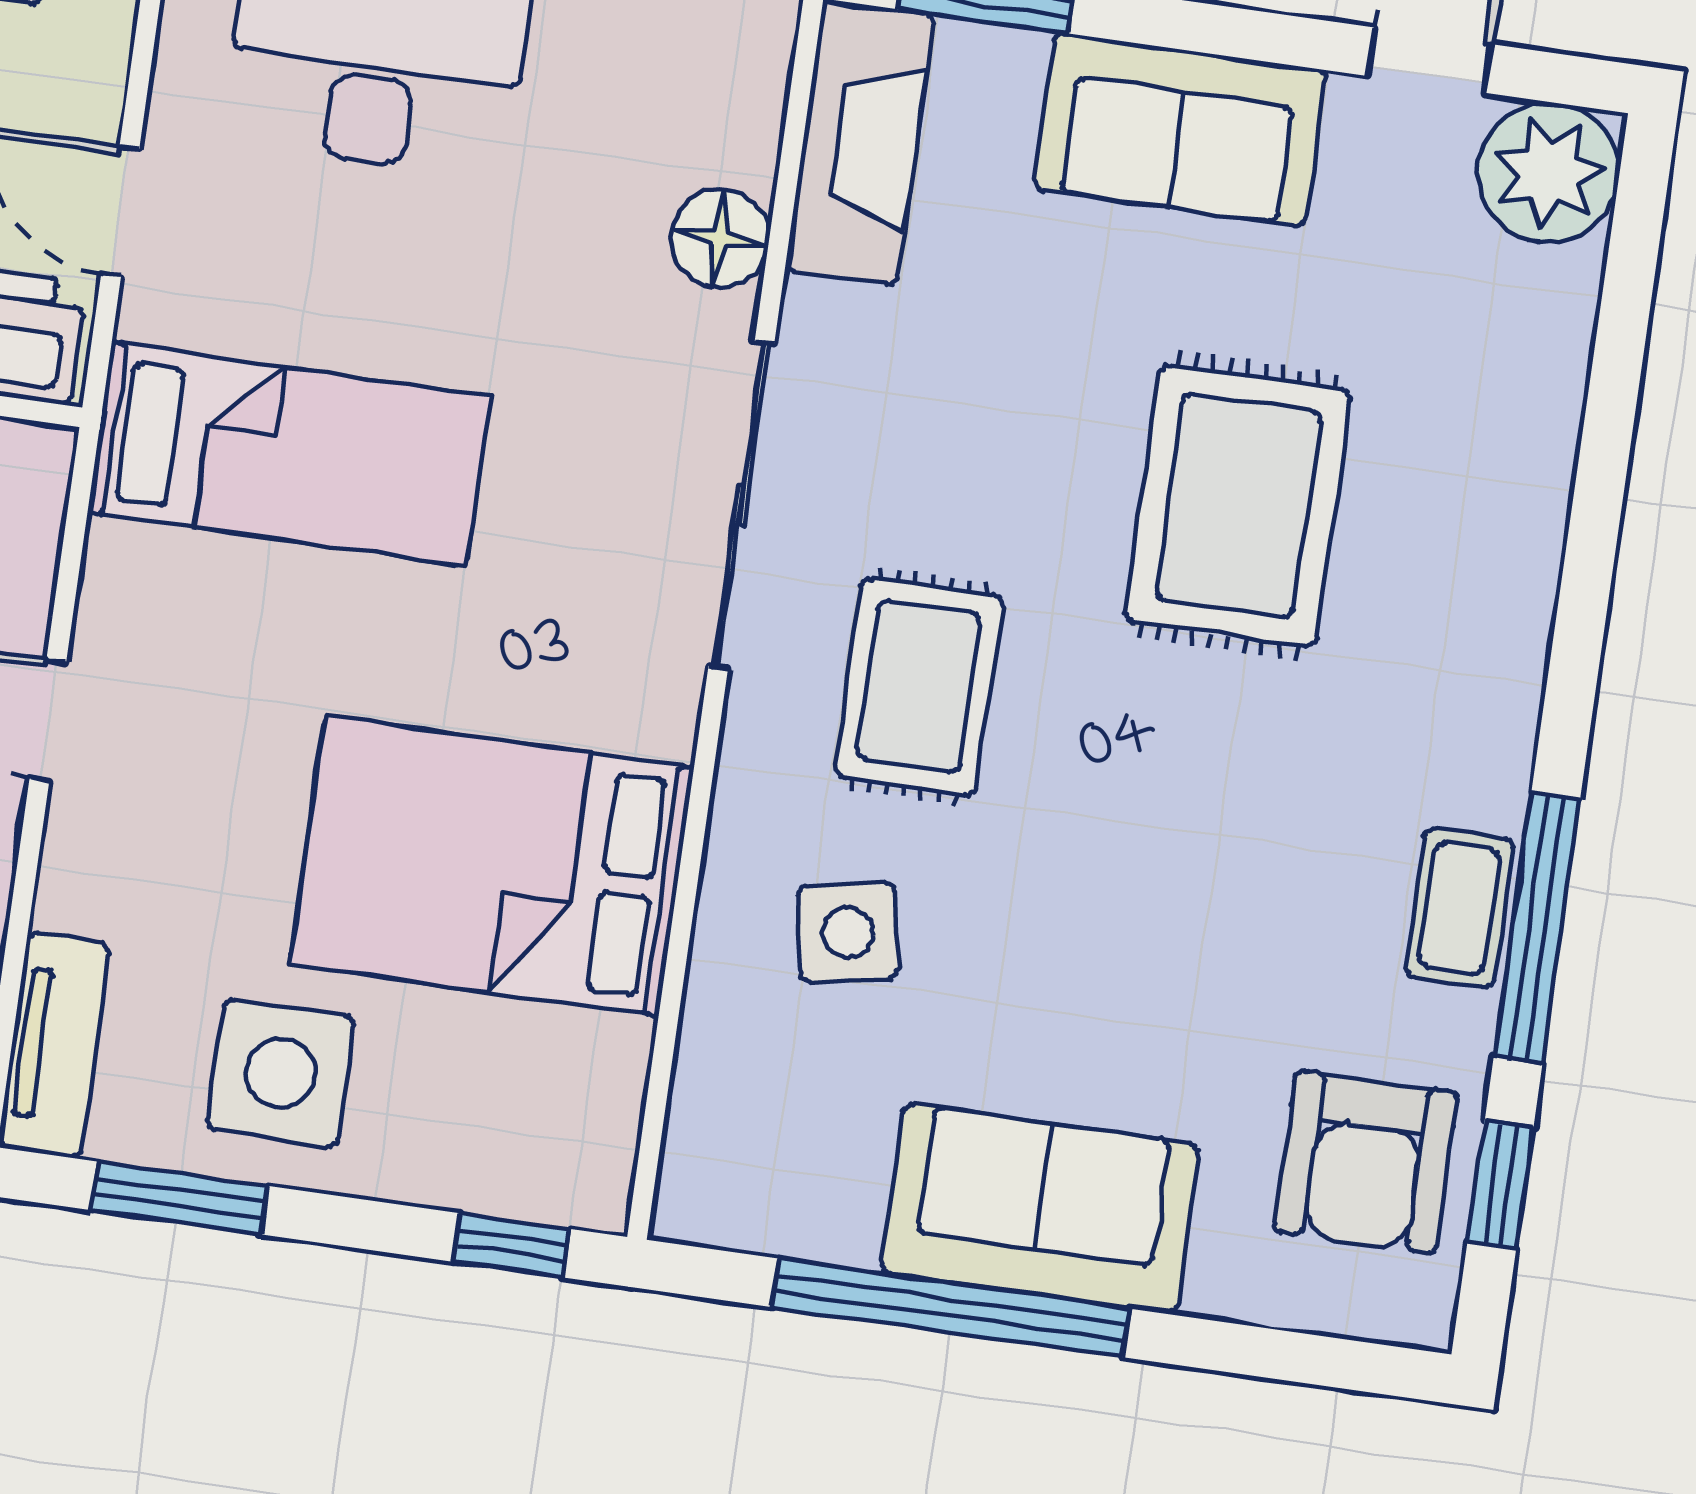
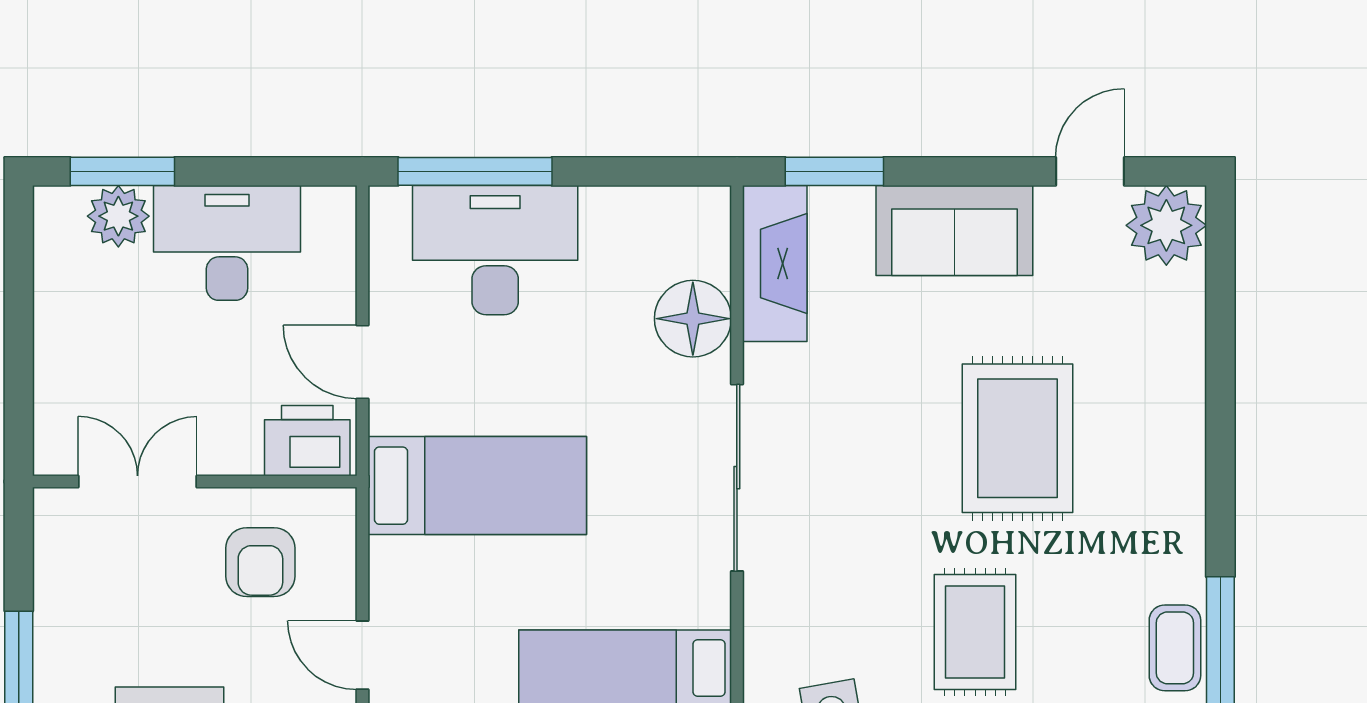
floor lamp: (720, 239) -> (693, 319), width x1.38, depth x1.38
rug: (919, 686) -> (975, 632), moved

